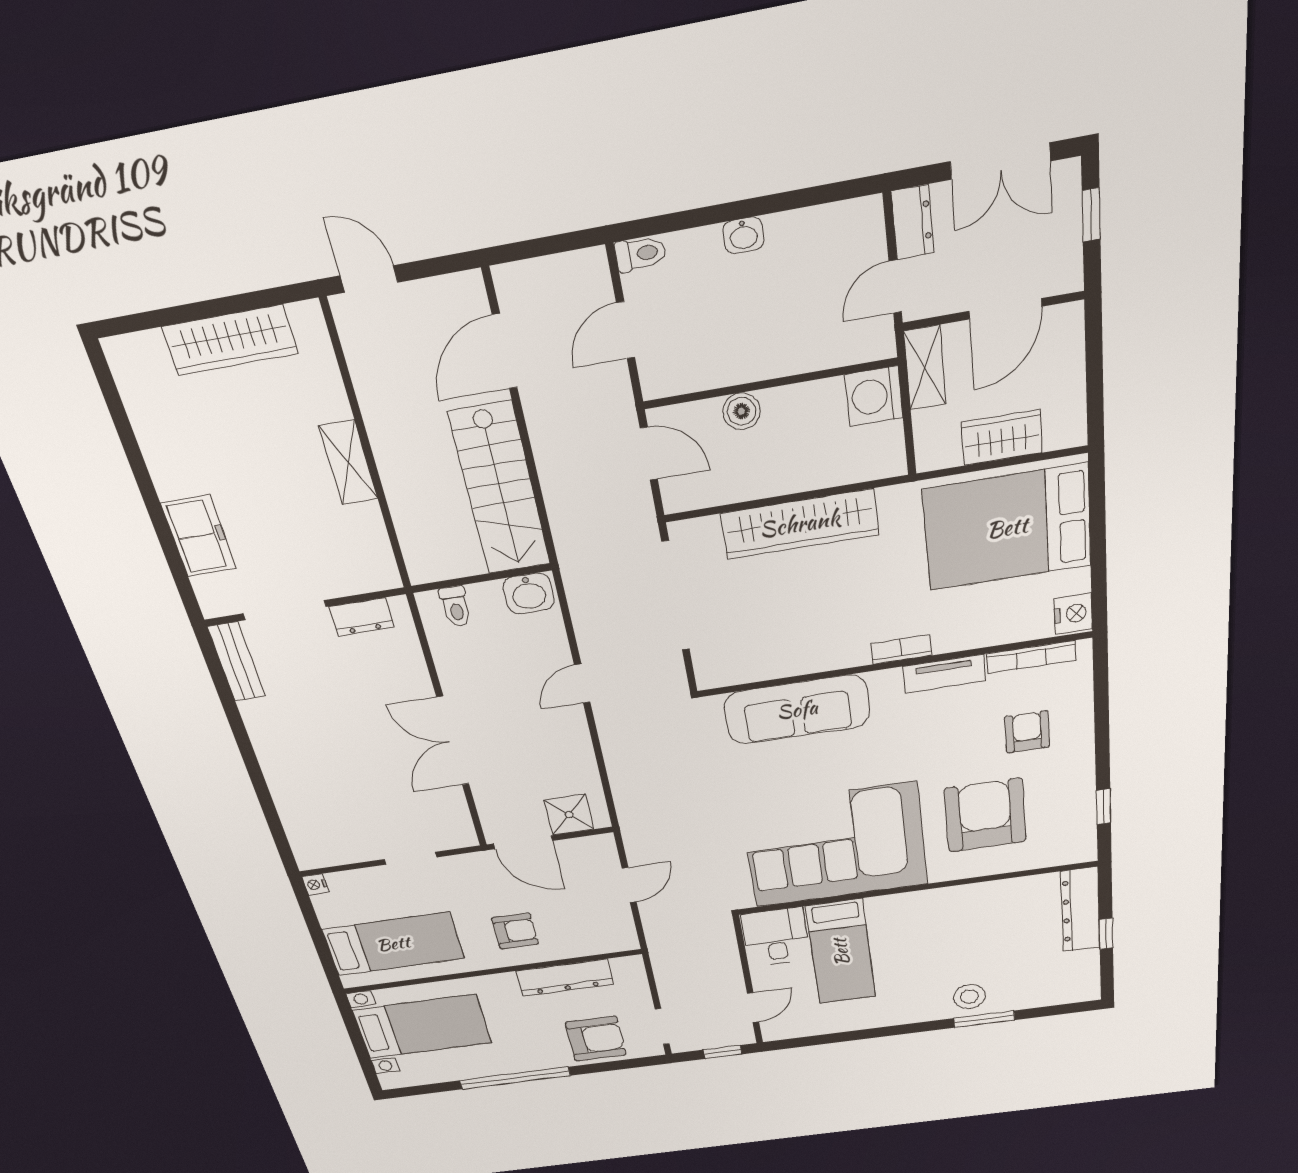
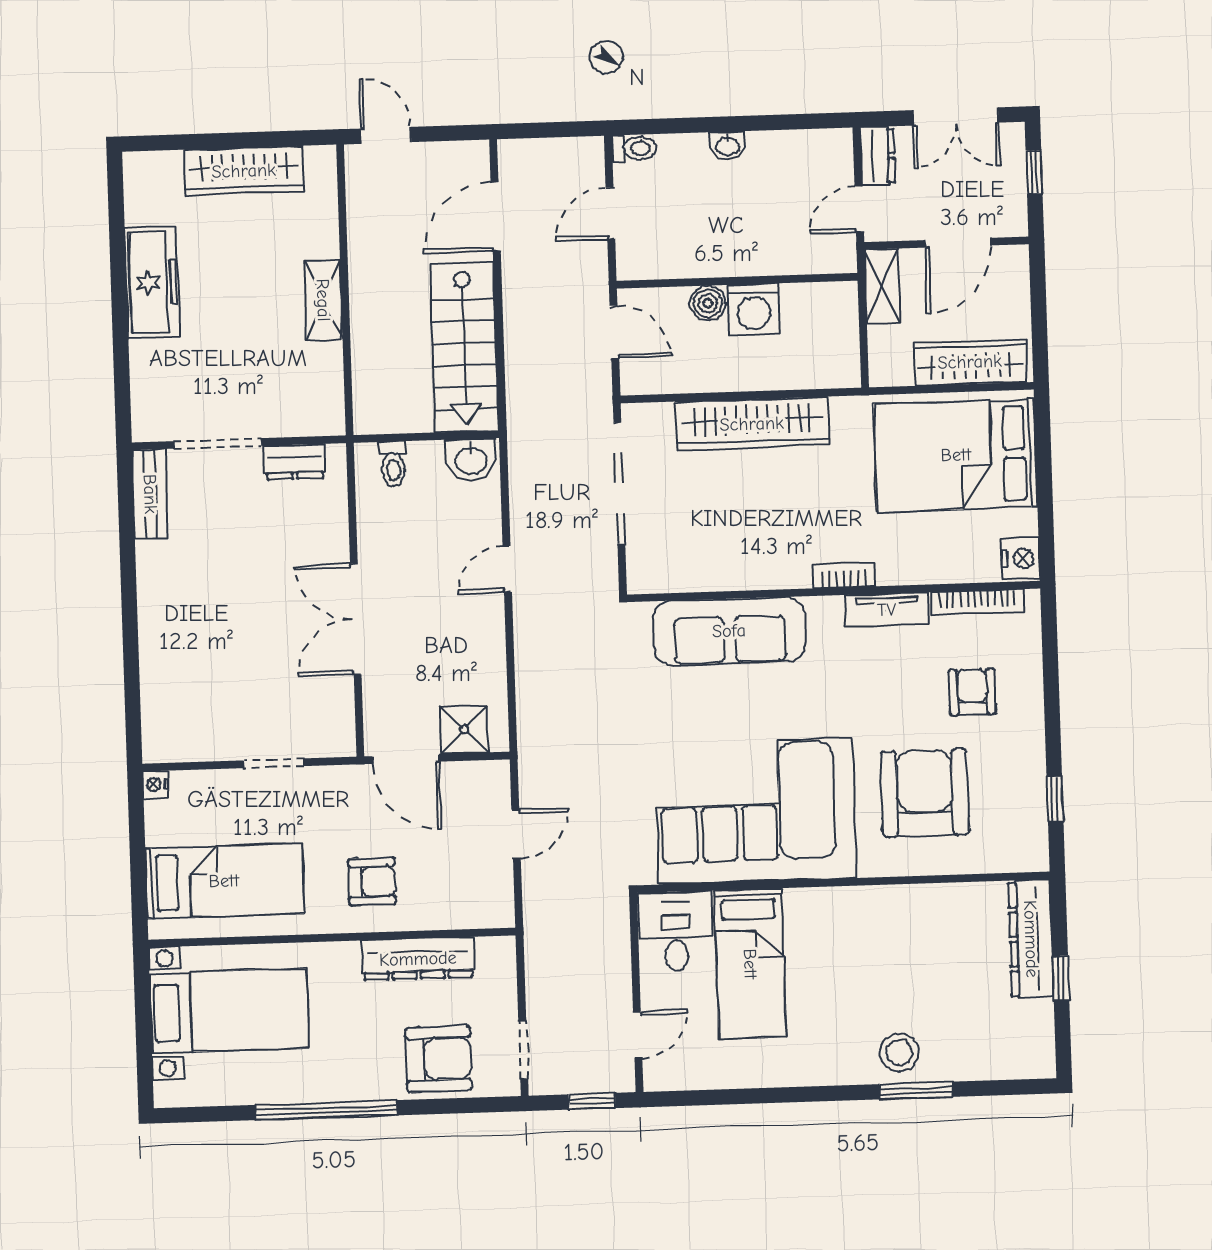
washing machine: (874, 396) -> (754, 309), moved, turned -90
wardrobe: (1002, 437) -> (970, 362), width x1.50
freezer: (199, 536) -> (152, 282), moved, width x1.40

